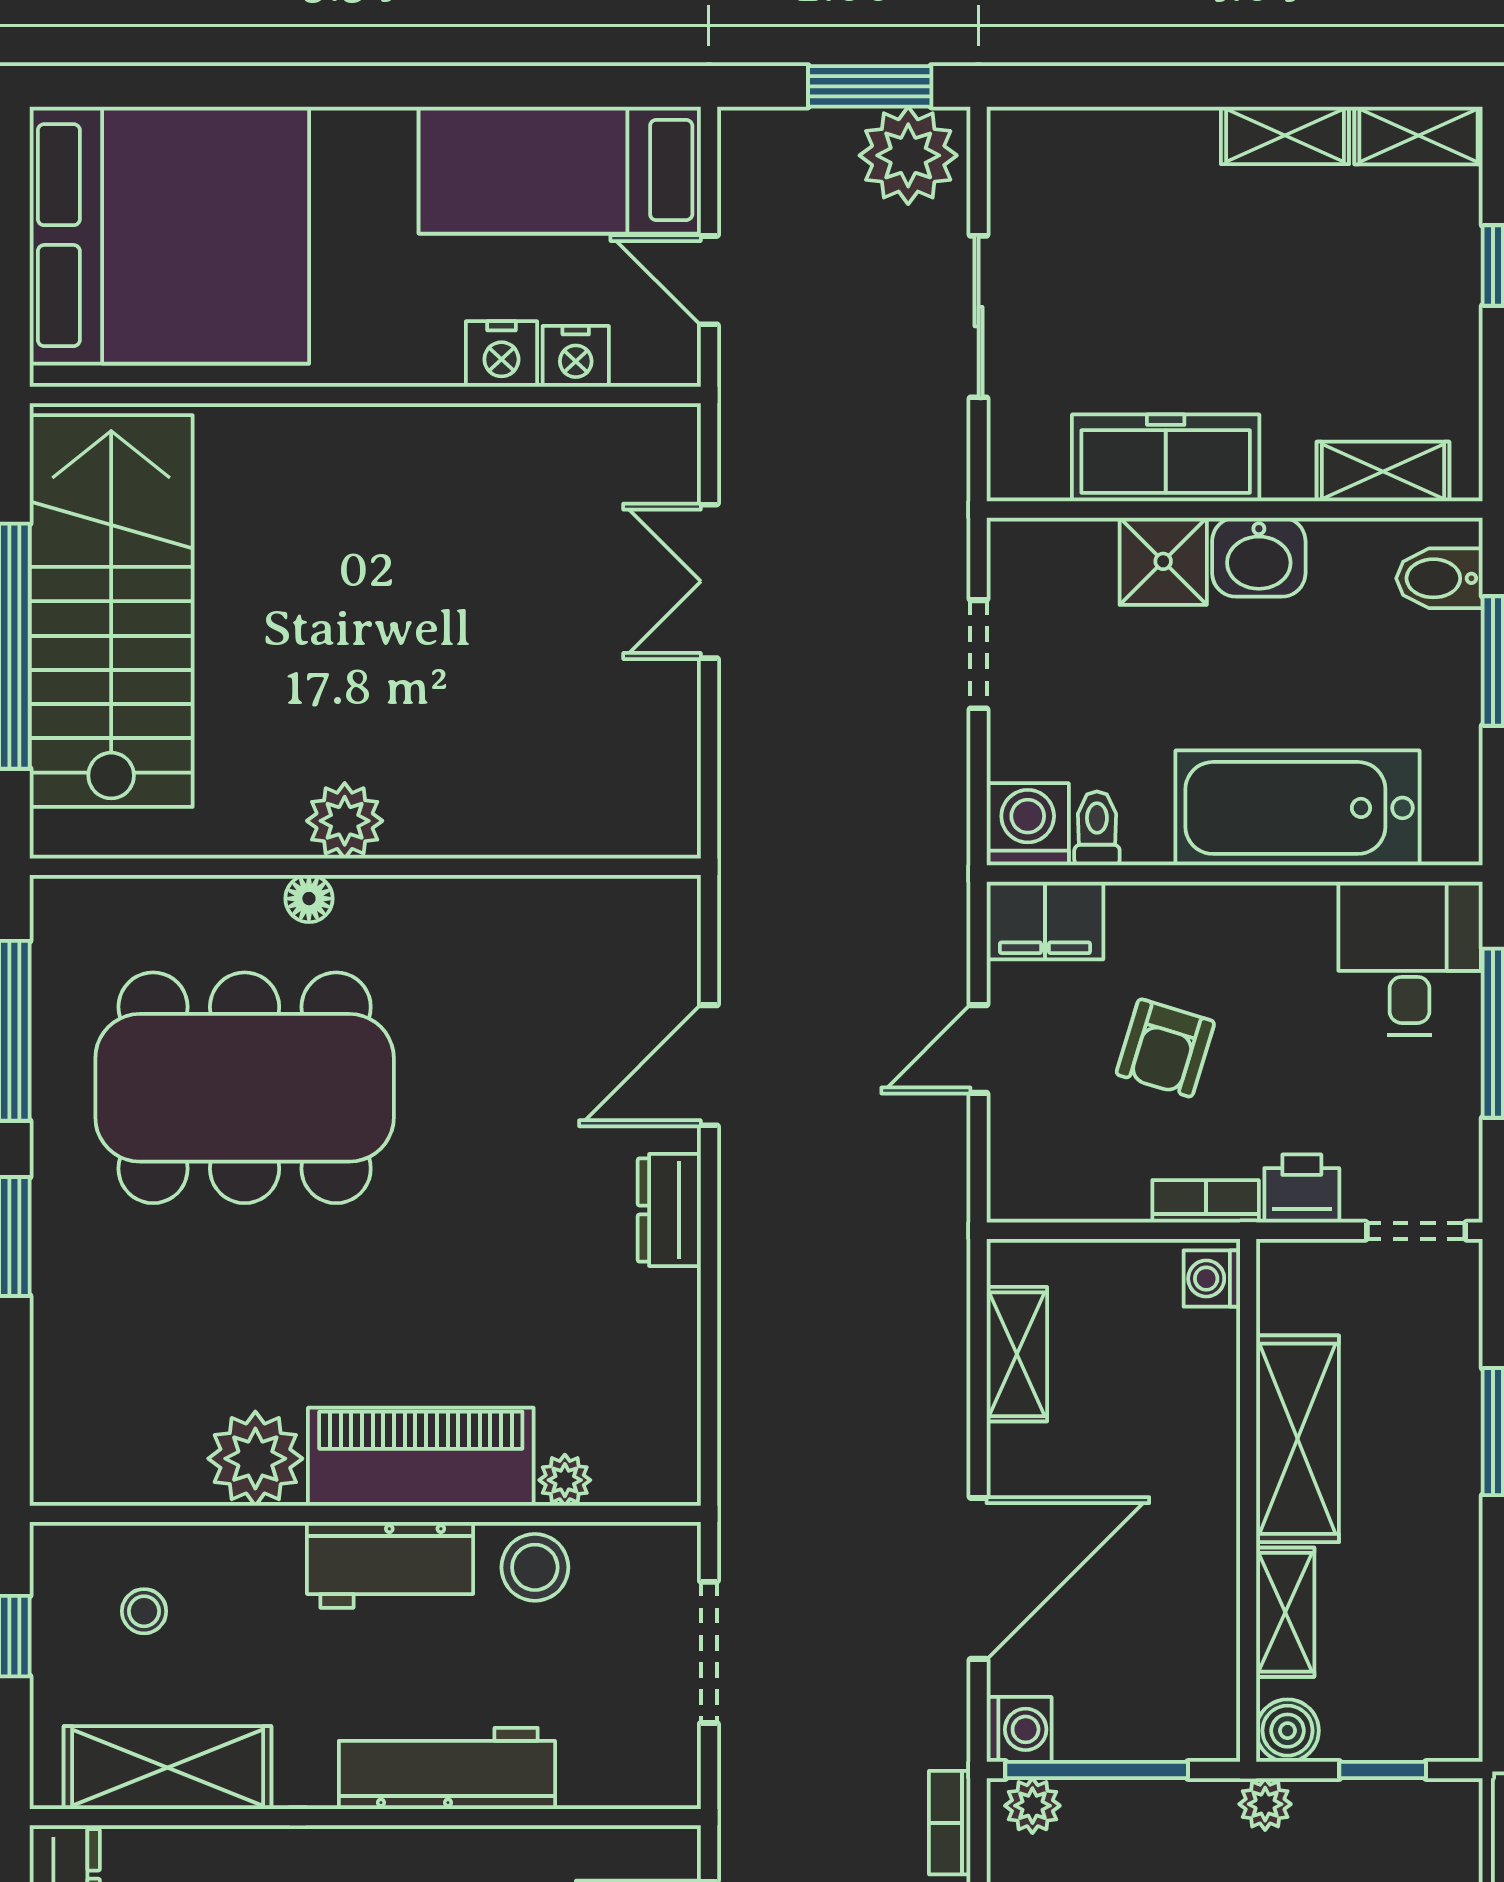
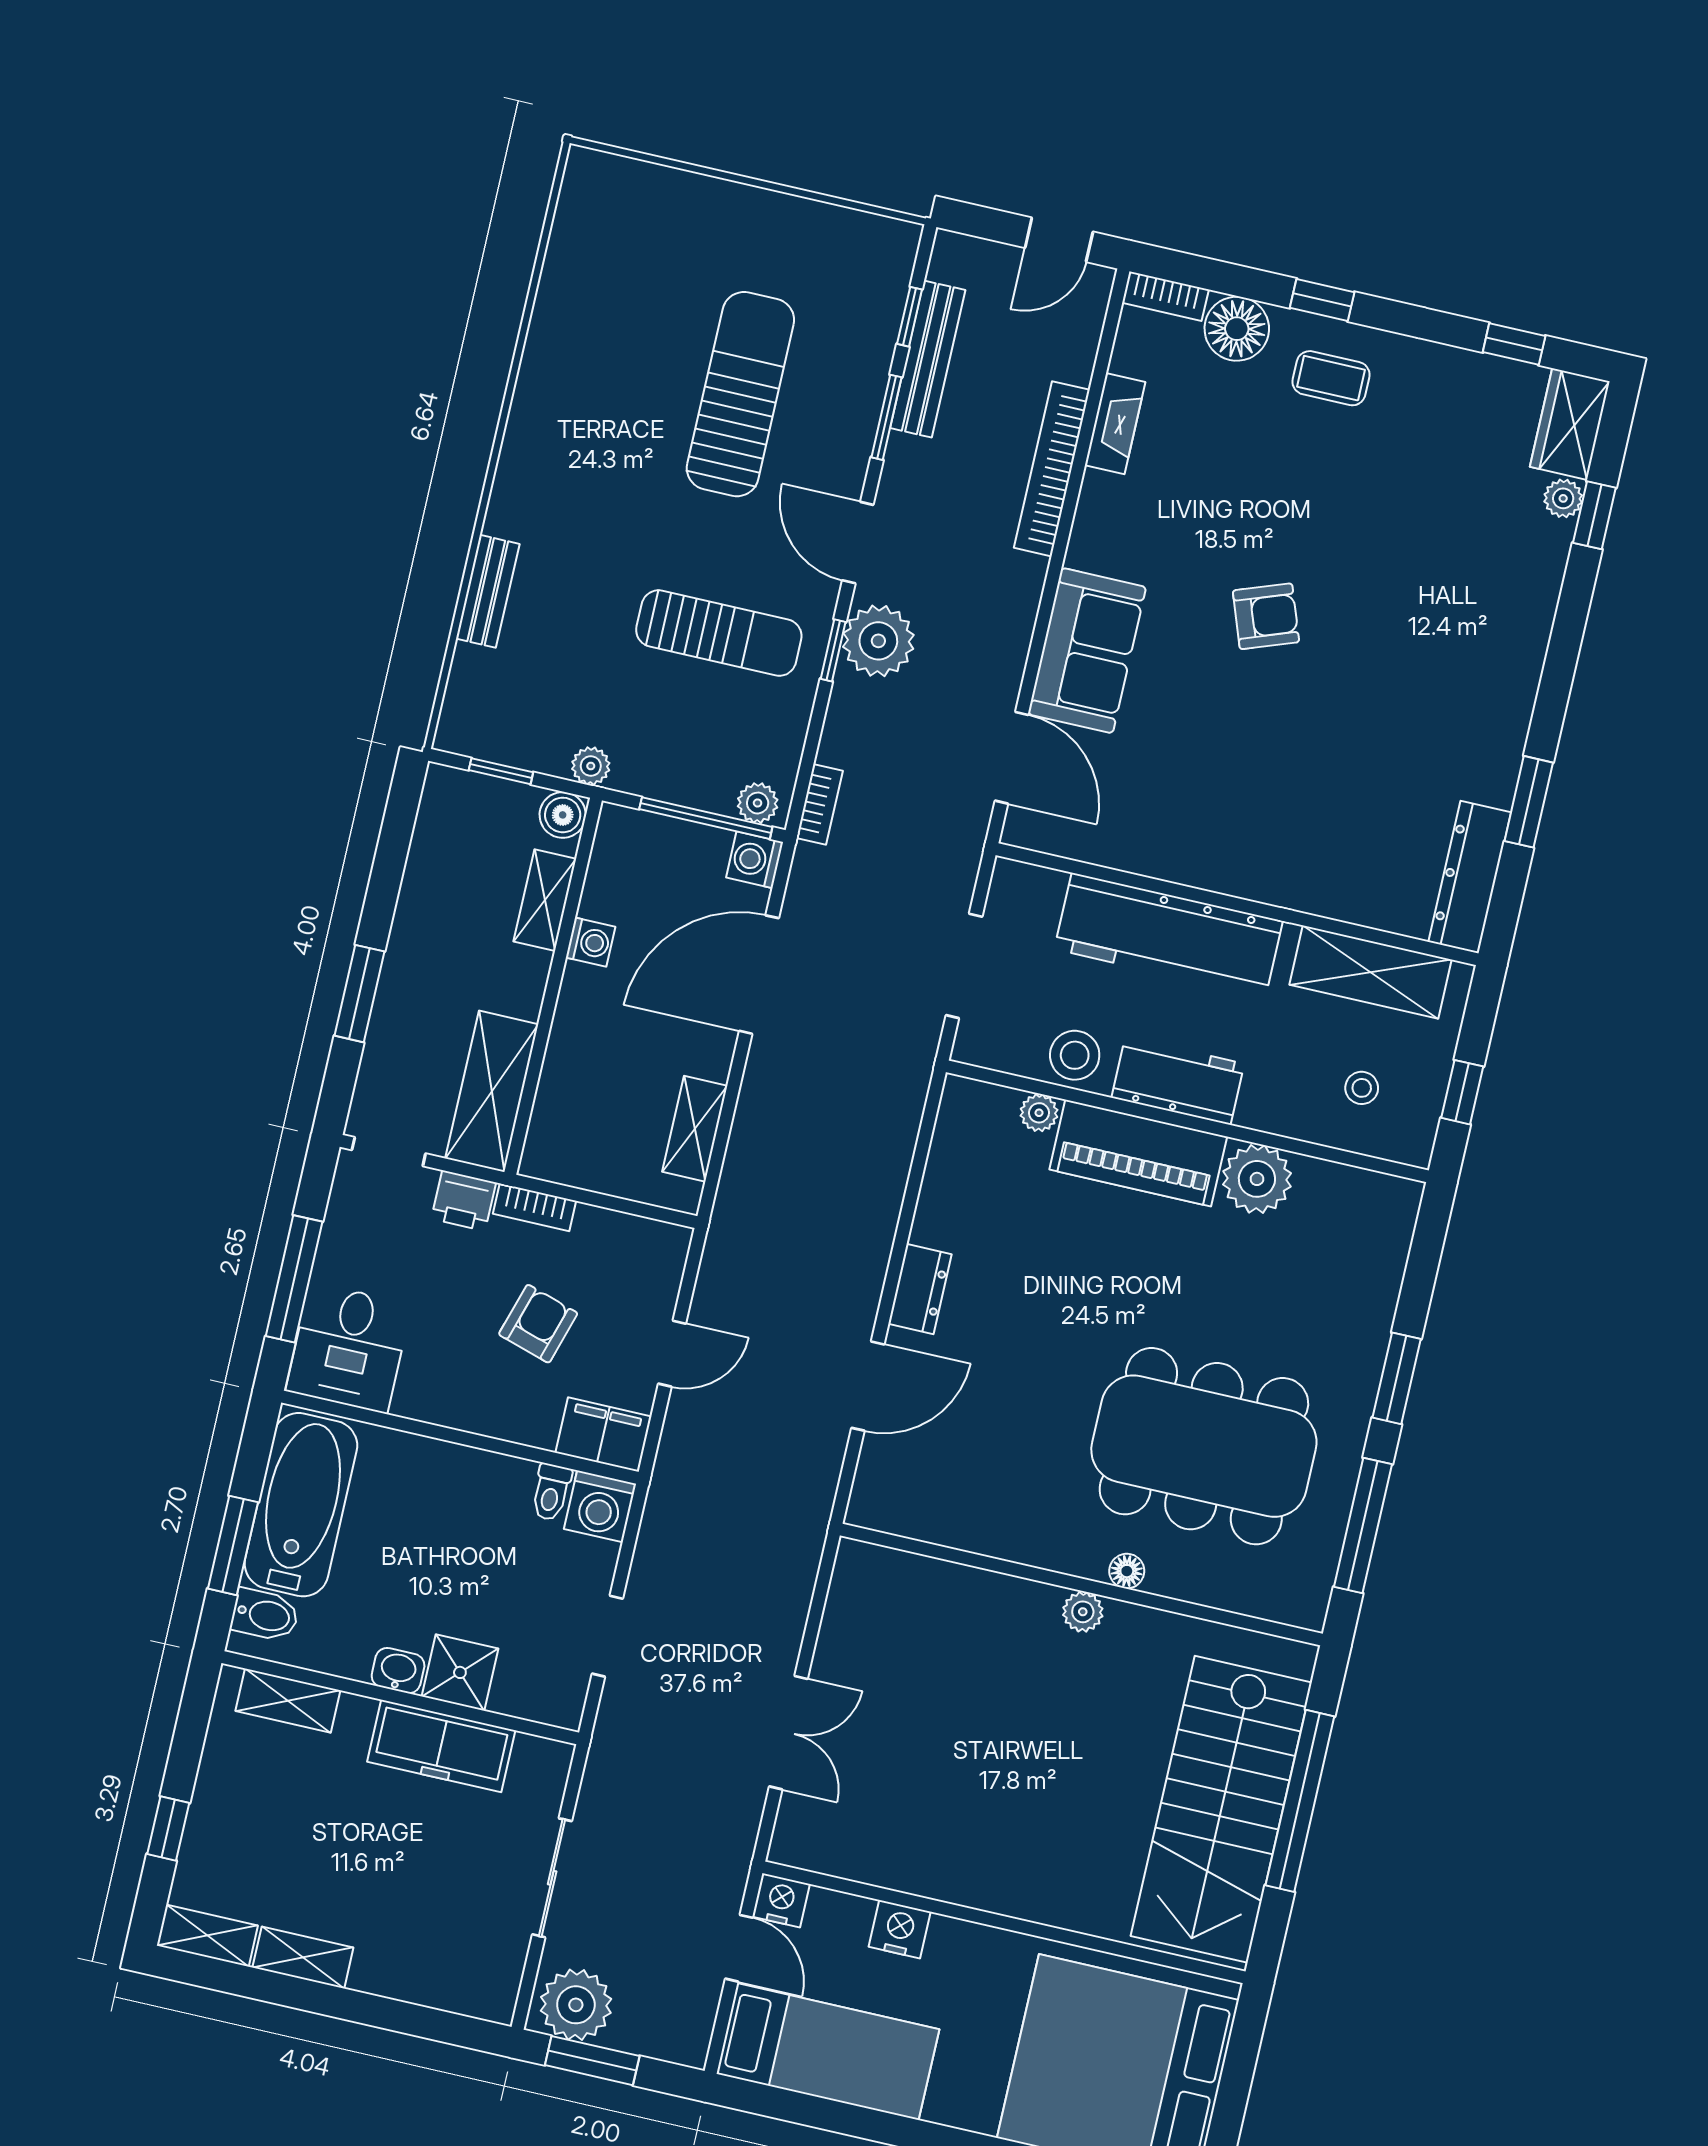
nightstand: (576, 356) -> (781, 1900), moved
washbasin: (1259, 557) -> (398, 1671), width x0.72, depth x0.69
bathtub: (1298, 808) -> (301, 1505), moved, turned -90
plant: (345, 821) -> (1083, 1612), width x0.73, depth x0.73
washing machine: (1212, 1279) -> (591, 942), moved
shelving: (1298, 1439) -> (492, 1091), moved
workbench: (447, 1768) -> (1168, 935), width x1.36, depth x1.32

